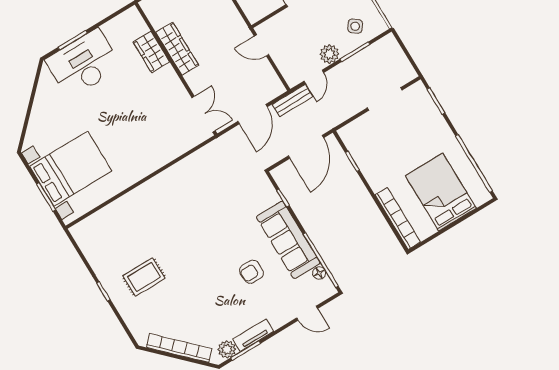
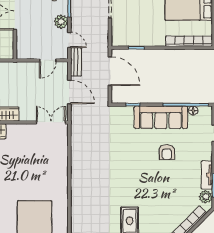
door: (262, 45) -> (48, 60), moved

